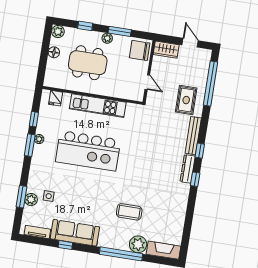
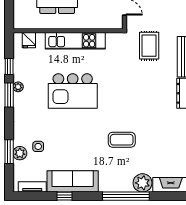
rug: (186, 100) -> (149, 46), moved
kitchen island: (88, 151) -> (73, 91), width x0.73
coffee table: (129, 212) -> (122, 140), moved

